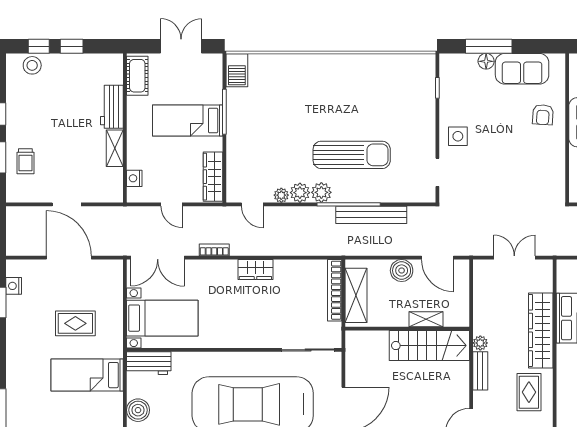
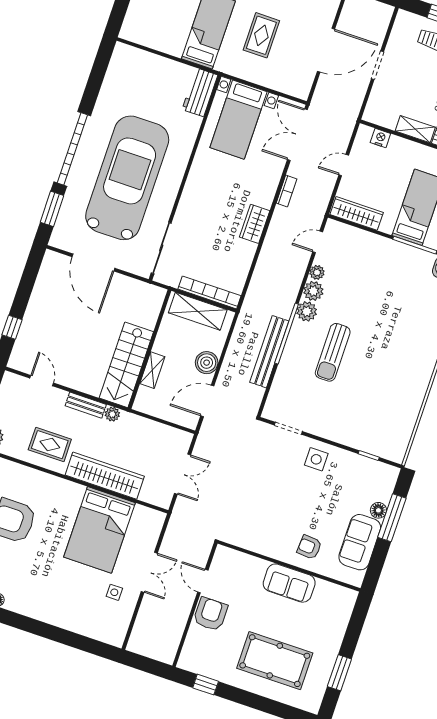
sun lounger: (352, 155) -> (333, 352), width x0.73, depth x0.75
boiler: (138, 410) -> (159, 67), removed

